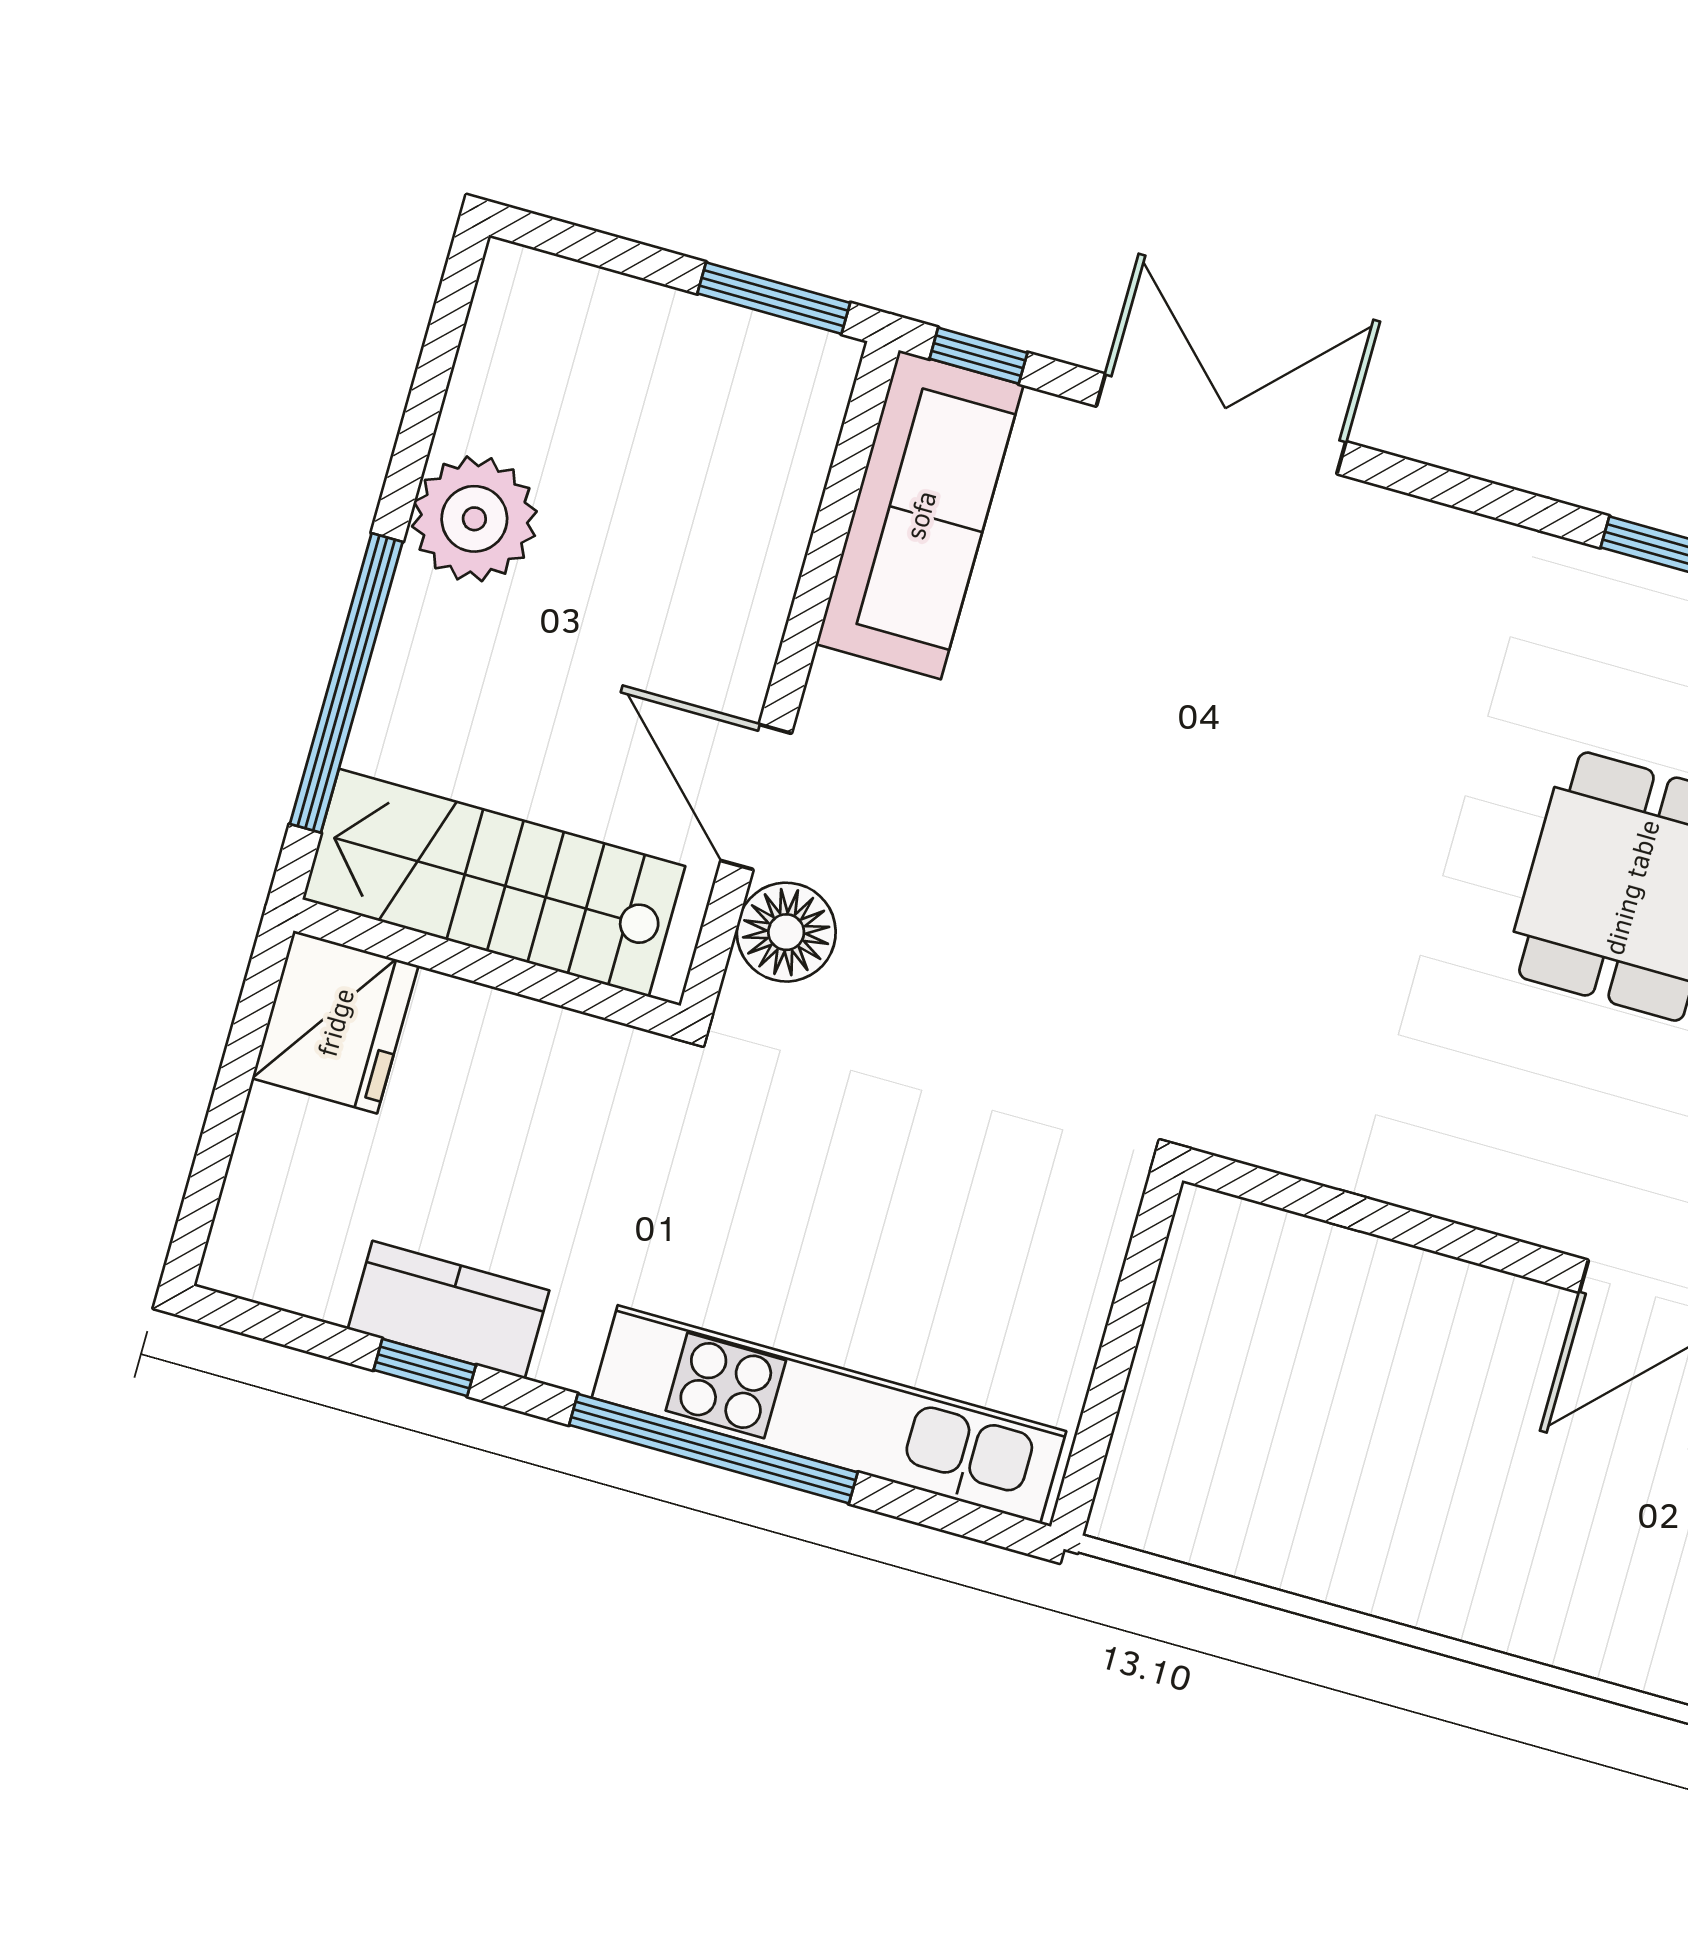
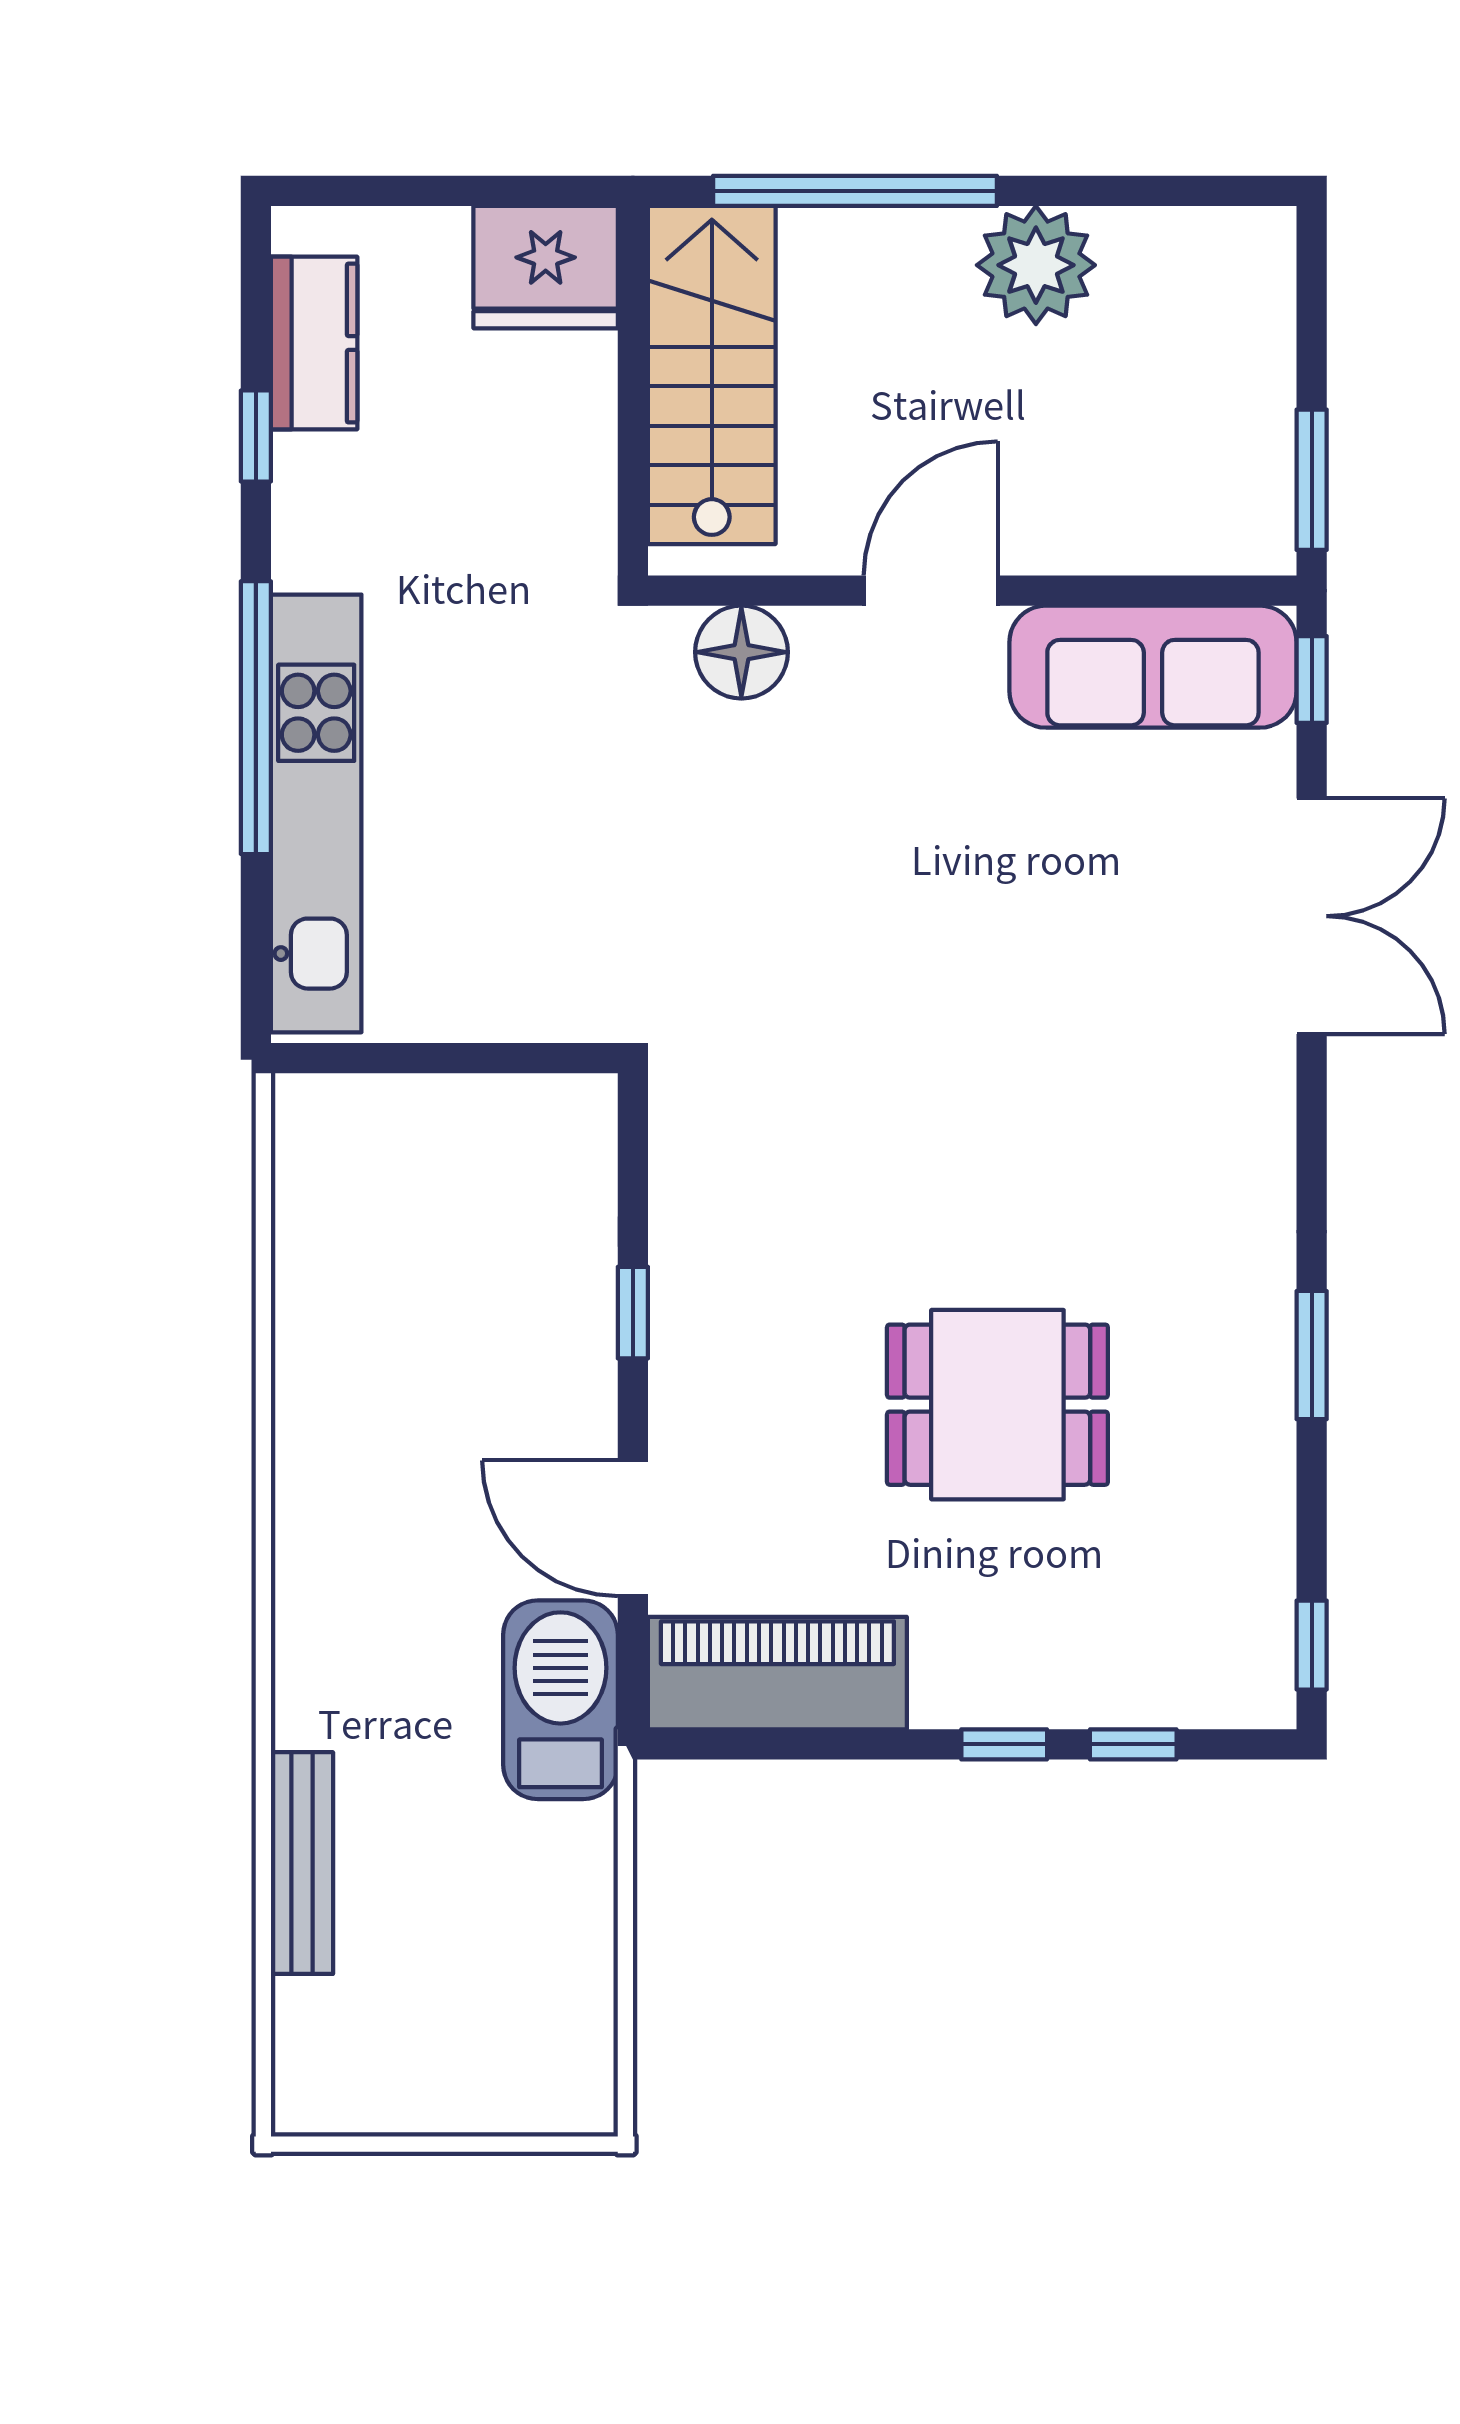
door: (756, 797) -> (931, 591), moved
window: (1432, 1234) -> (633, 1313), added
kitchen counter: (448, 1310) -> (314, 343), moved

